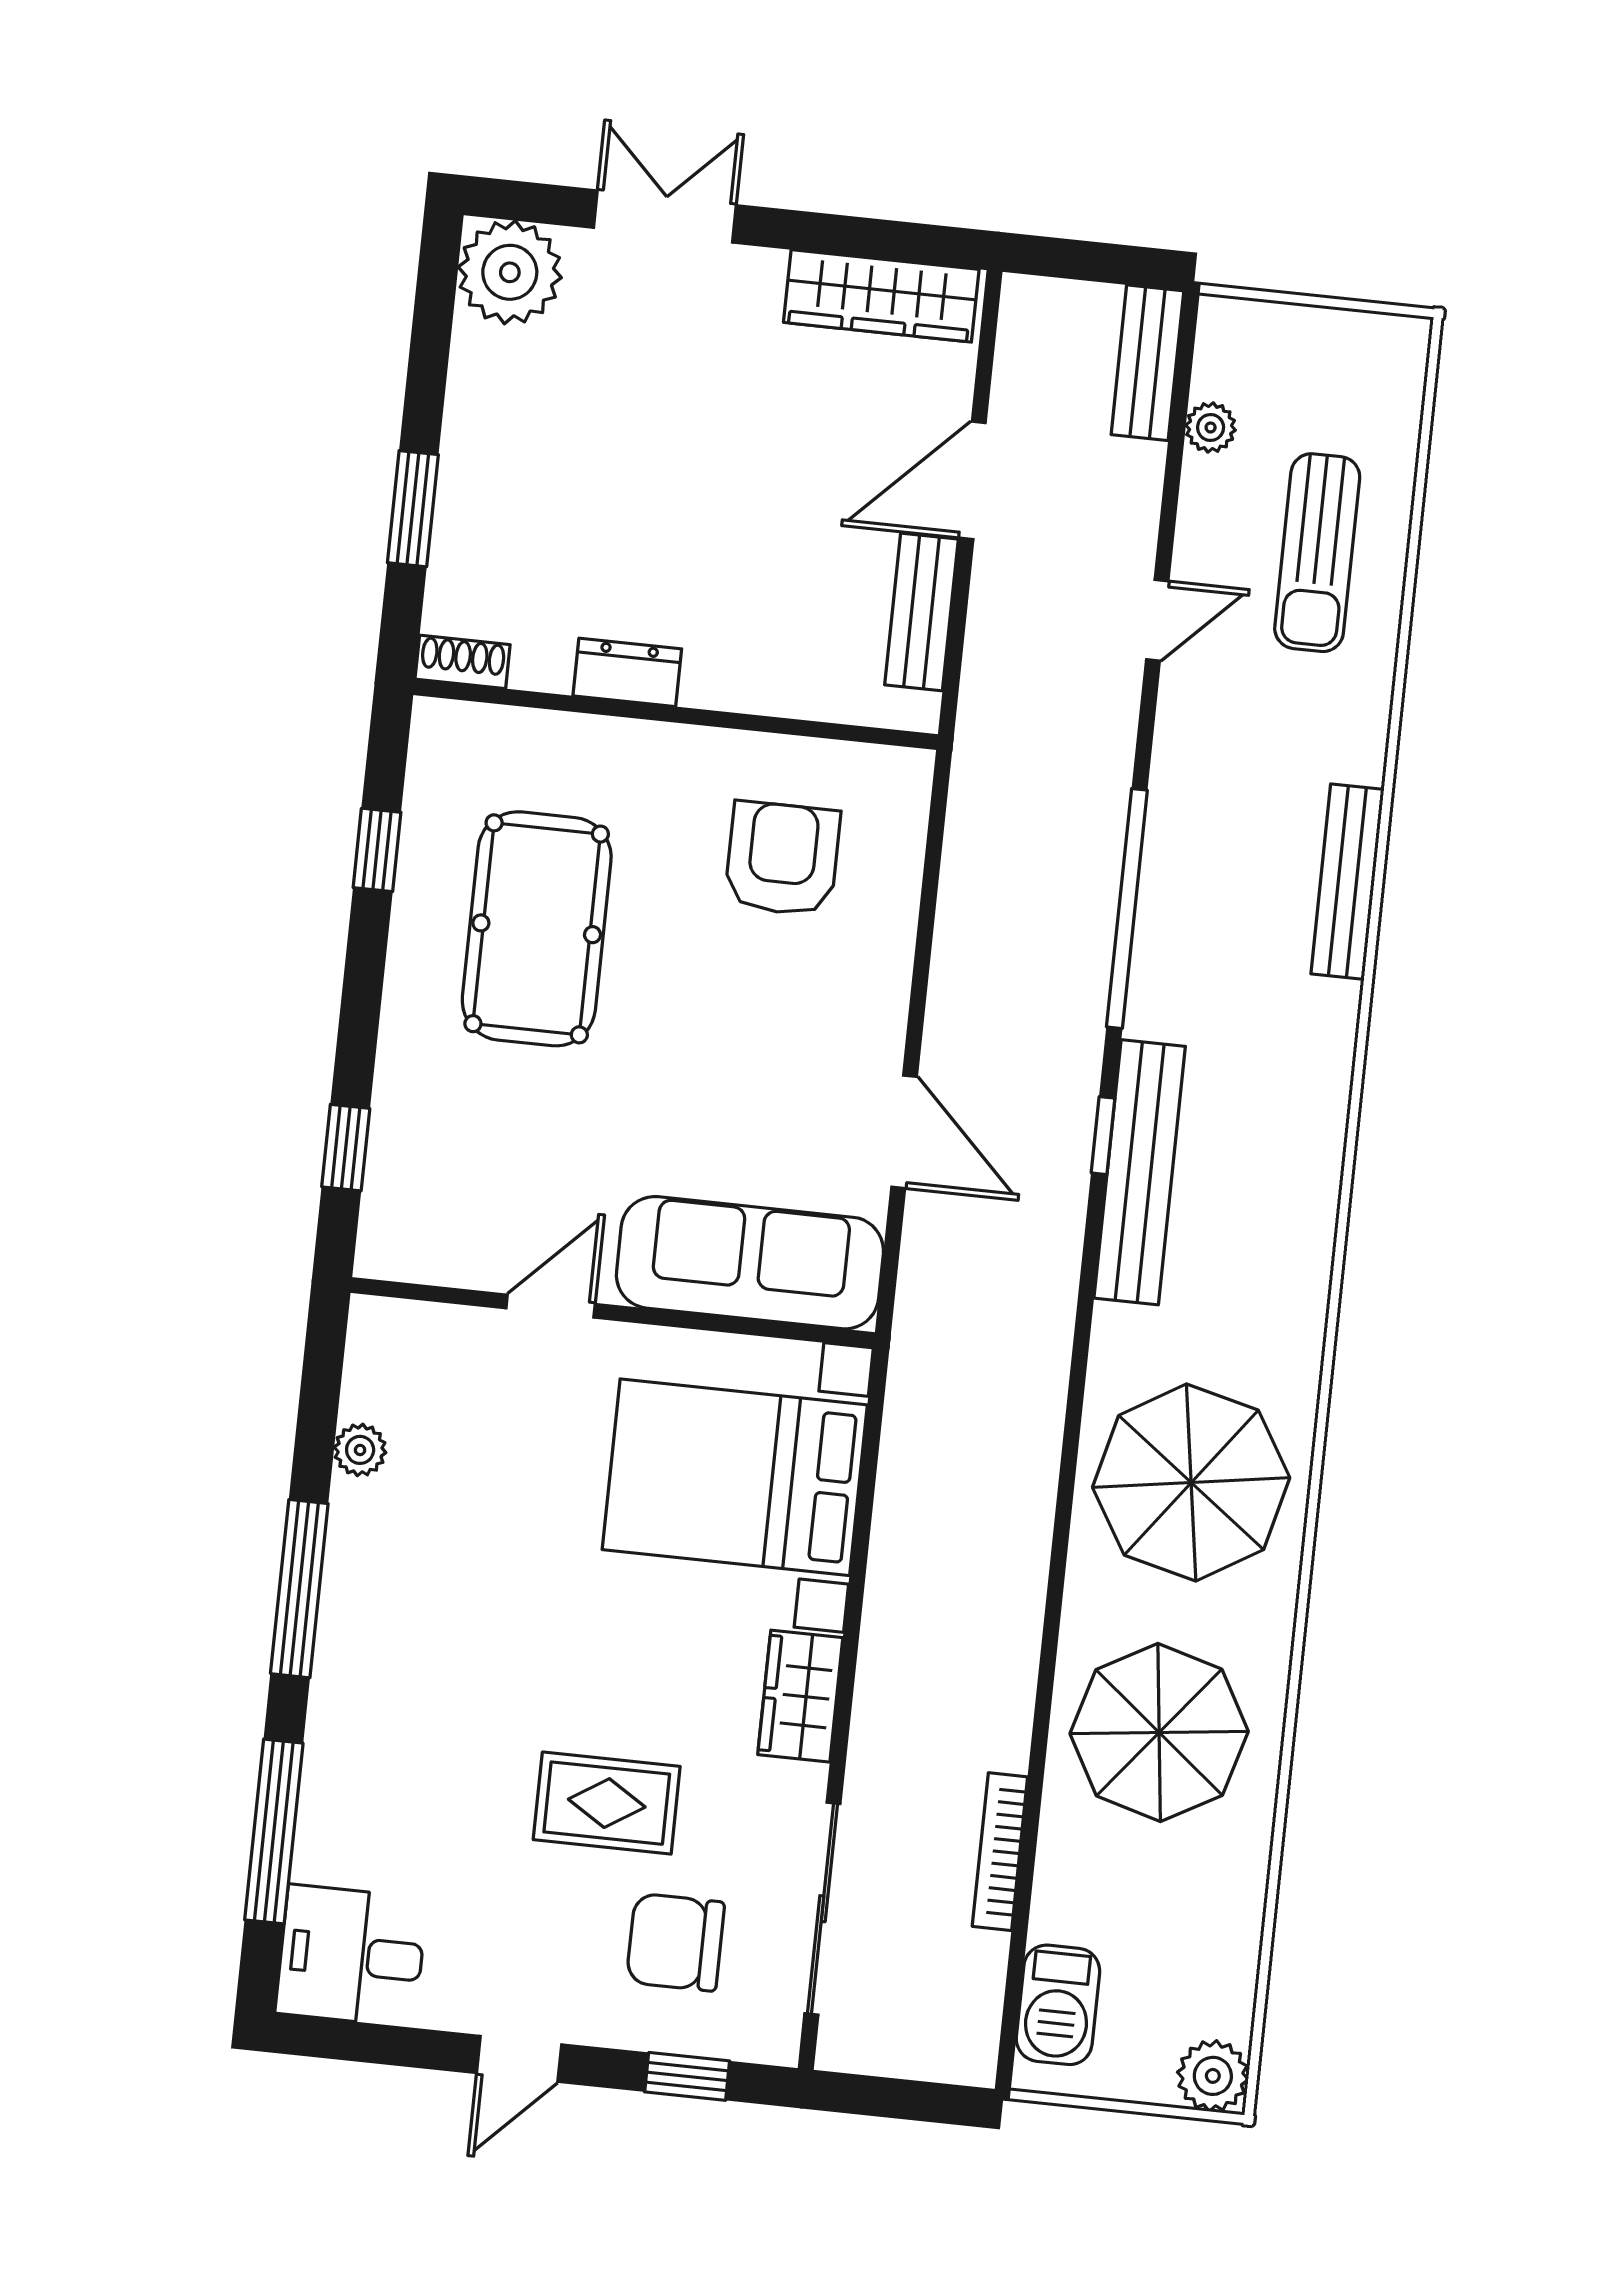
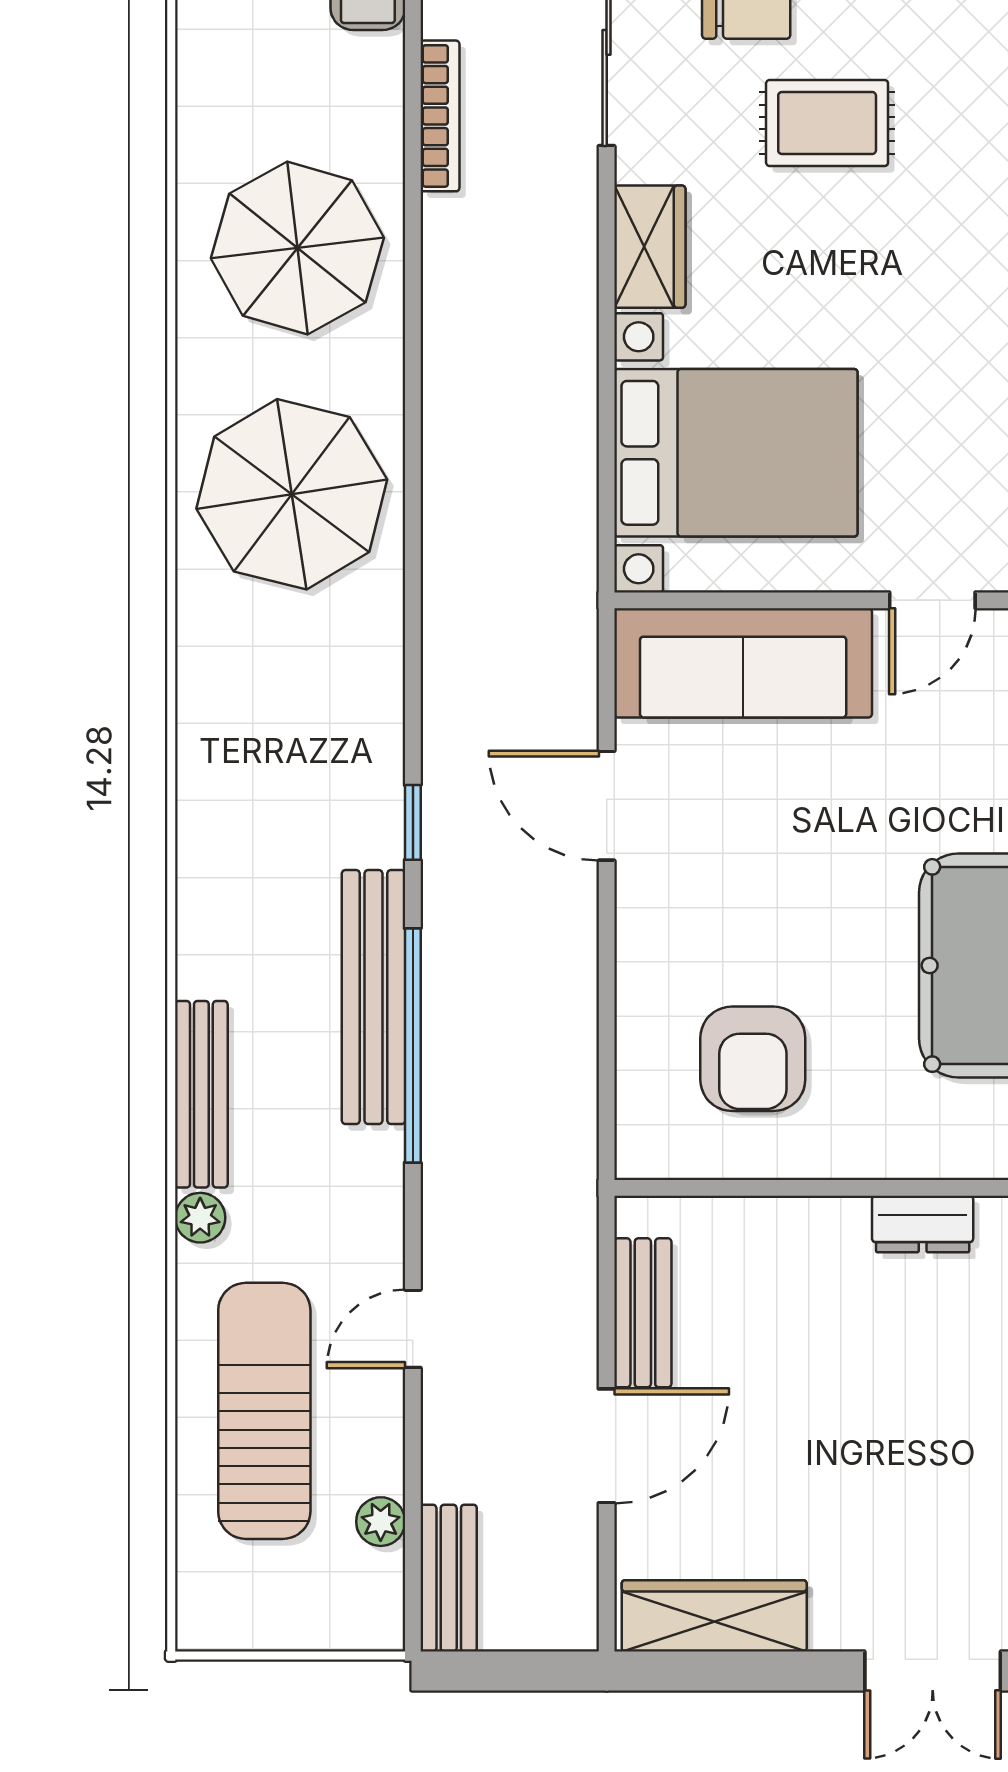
sun lounger: (1317, 553) -> (264, 1411), width x1.36, depth x1.34
plant: (1362, 756) -> (200, 1218), added
bench: (1140, 1172) -> (374, 997), moved

